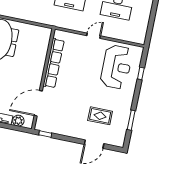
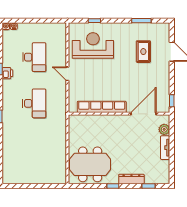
door: (38, 103) -> (143, 114), swing flipped

